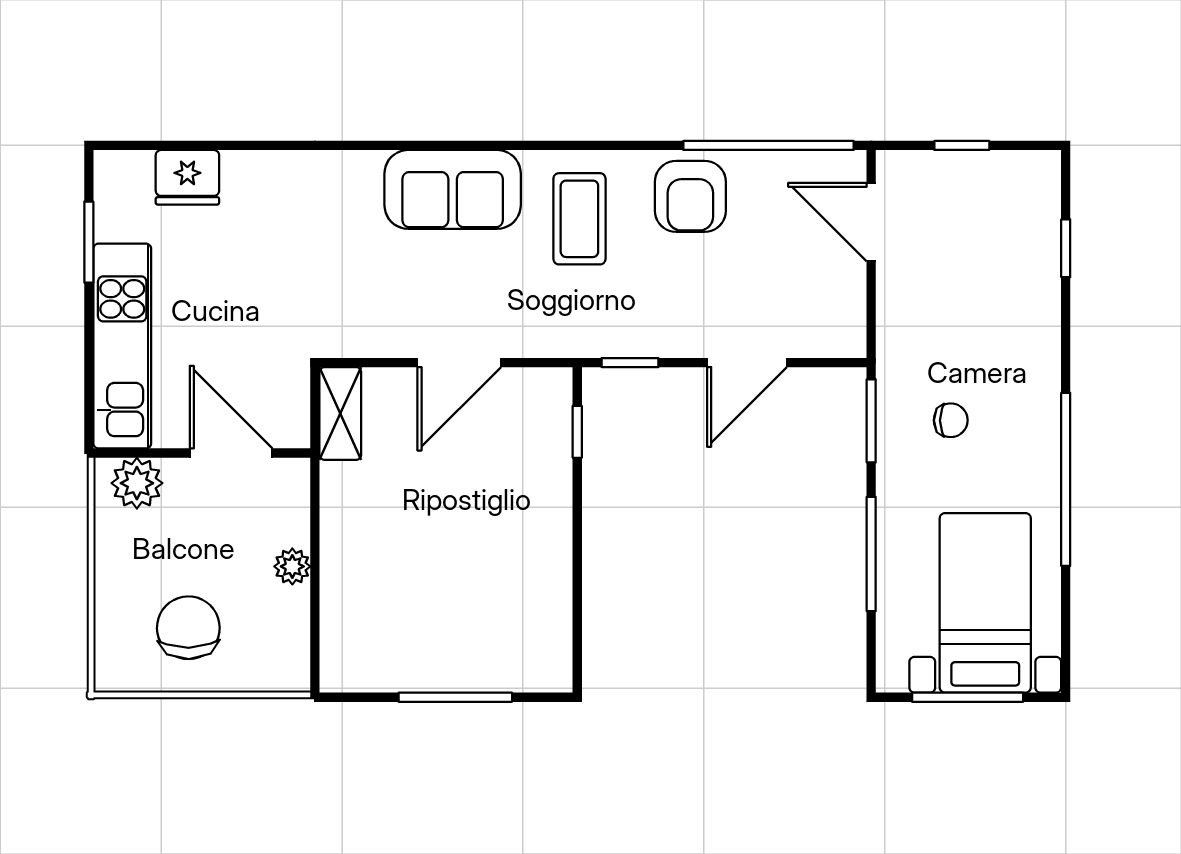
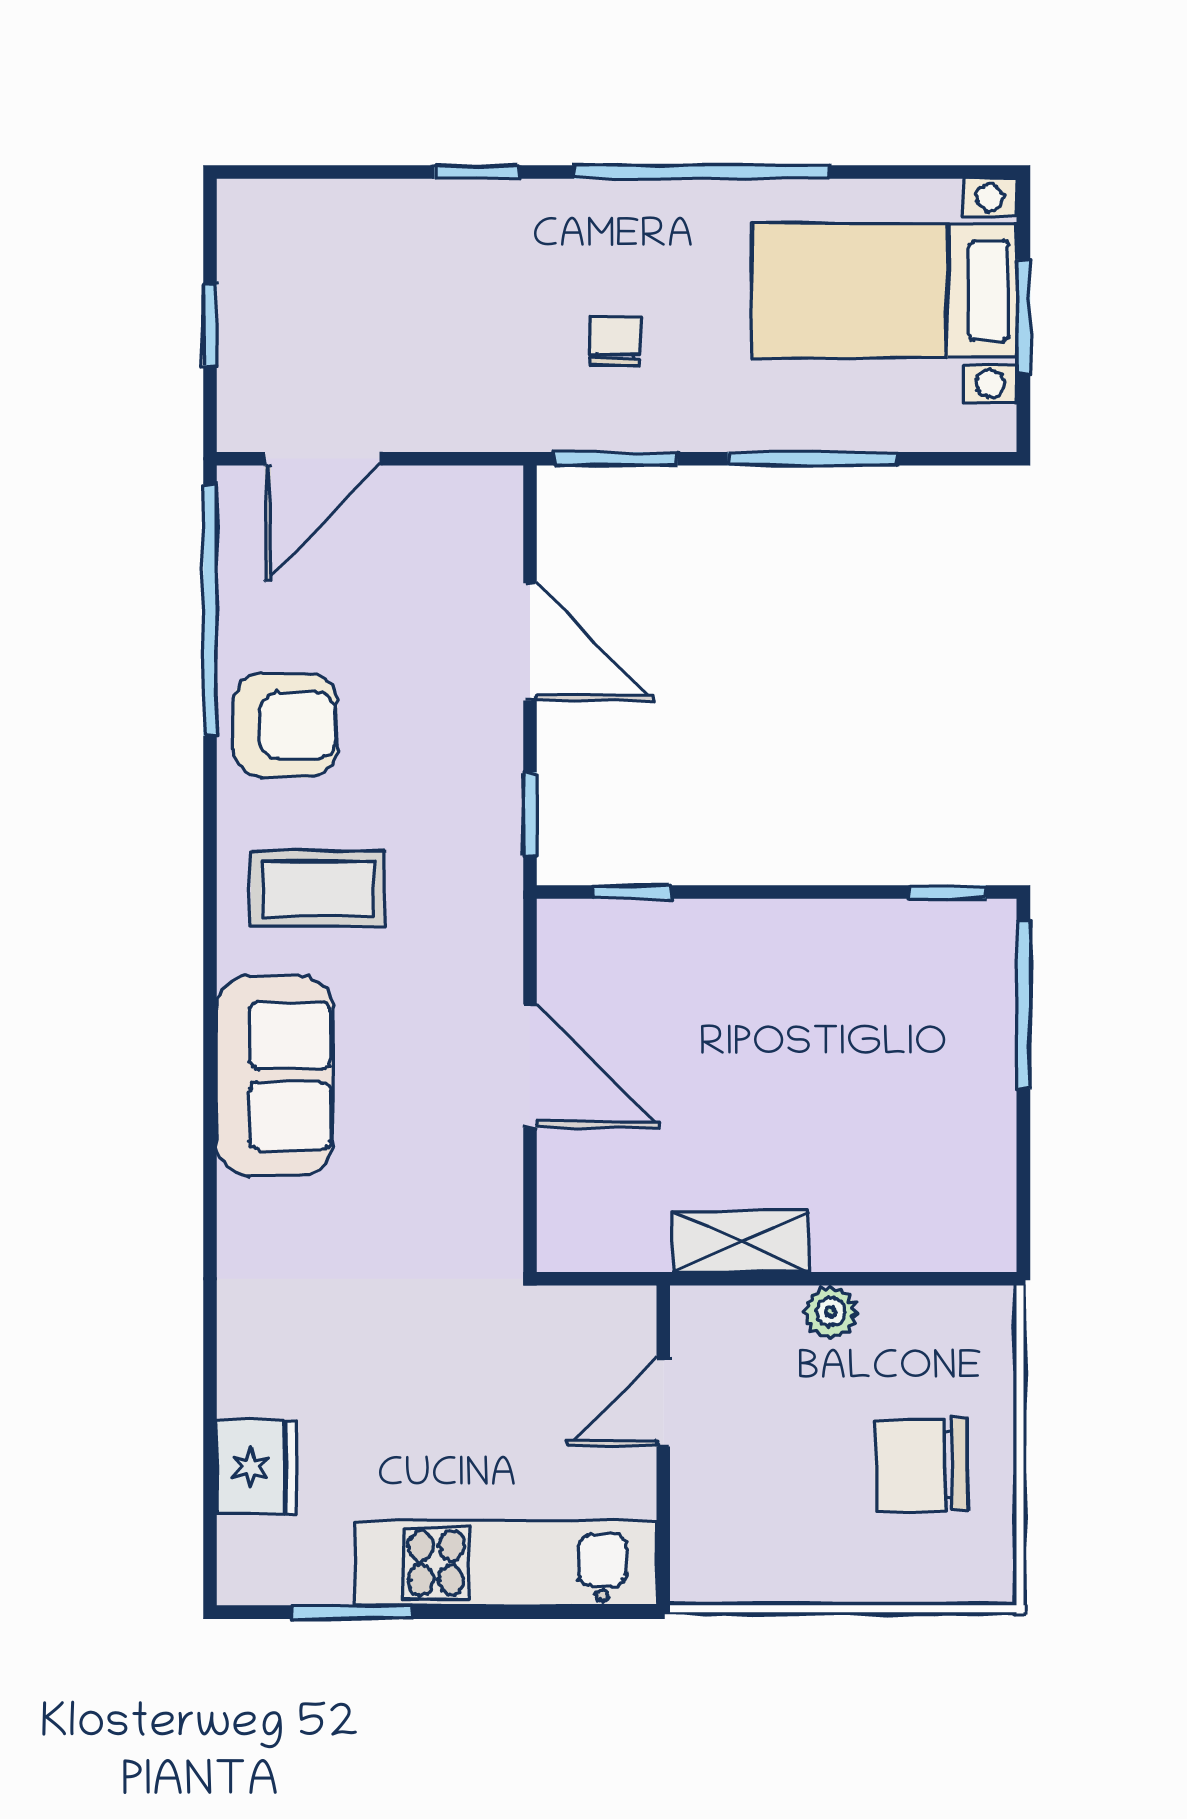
window: (1066, 248) -> (477, 172), moved
shelving: (340, 413) -> (741, 1241), moved
door: (231, 453) -> (663, 1402), width x0.73
plant: (137, 483) -> (708, 1541), removed
window: (577, 646) -> (947, 892), added
window: (455, 697) -> (1023, 1005), moved
window: (968, 697) -> (1023, 317), width x0.69

